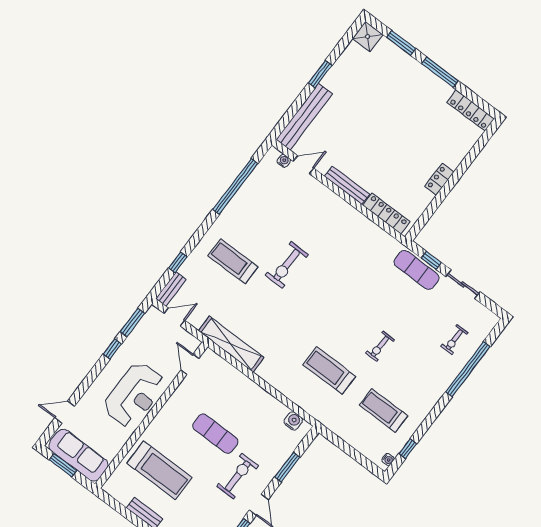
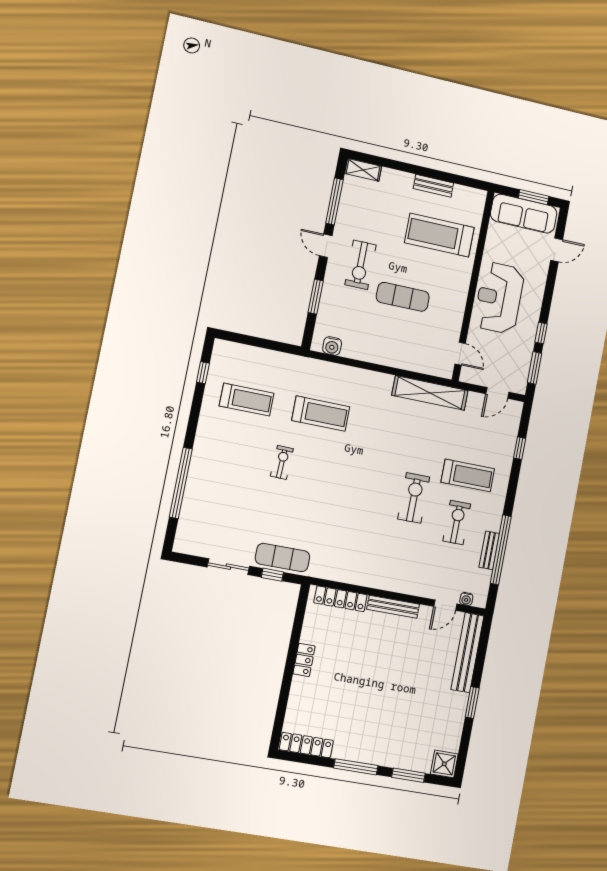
bench: (171, 289) -> (489, 550), moved
exercise bike: (454, 340) -> (457, 522), moved, width x1.38, depth x1.39
water cooler: (388, 459) -> (218, 352), removed

